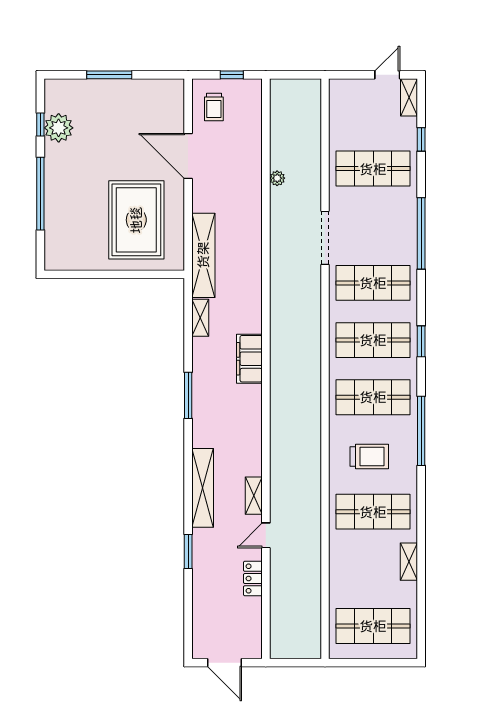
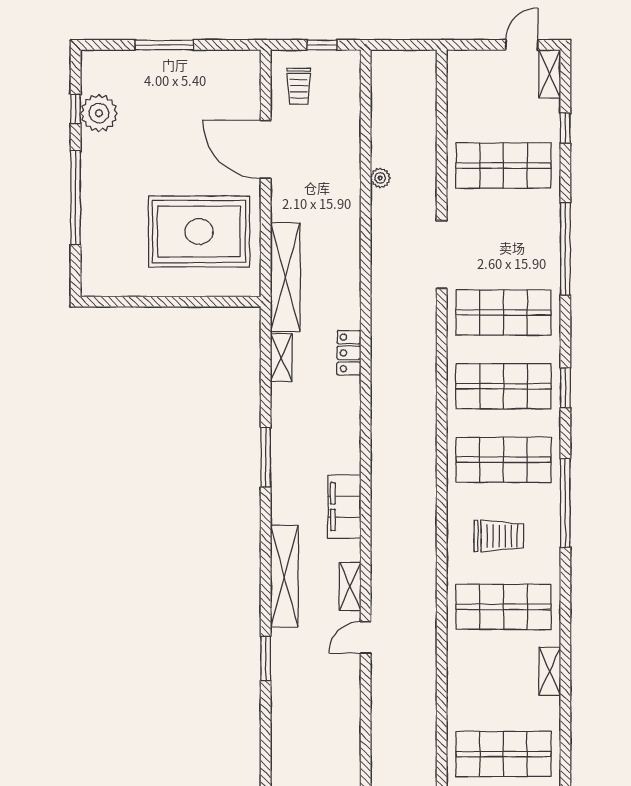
rug: (136, 220) -> (199, 232), turned 90
filing cabinet: (249, 359) -> (344, 507), moved
locker: (253, 579) -> (349, 353), moved

